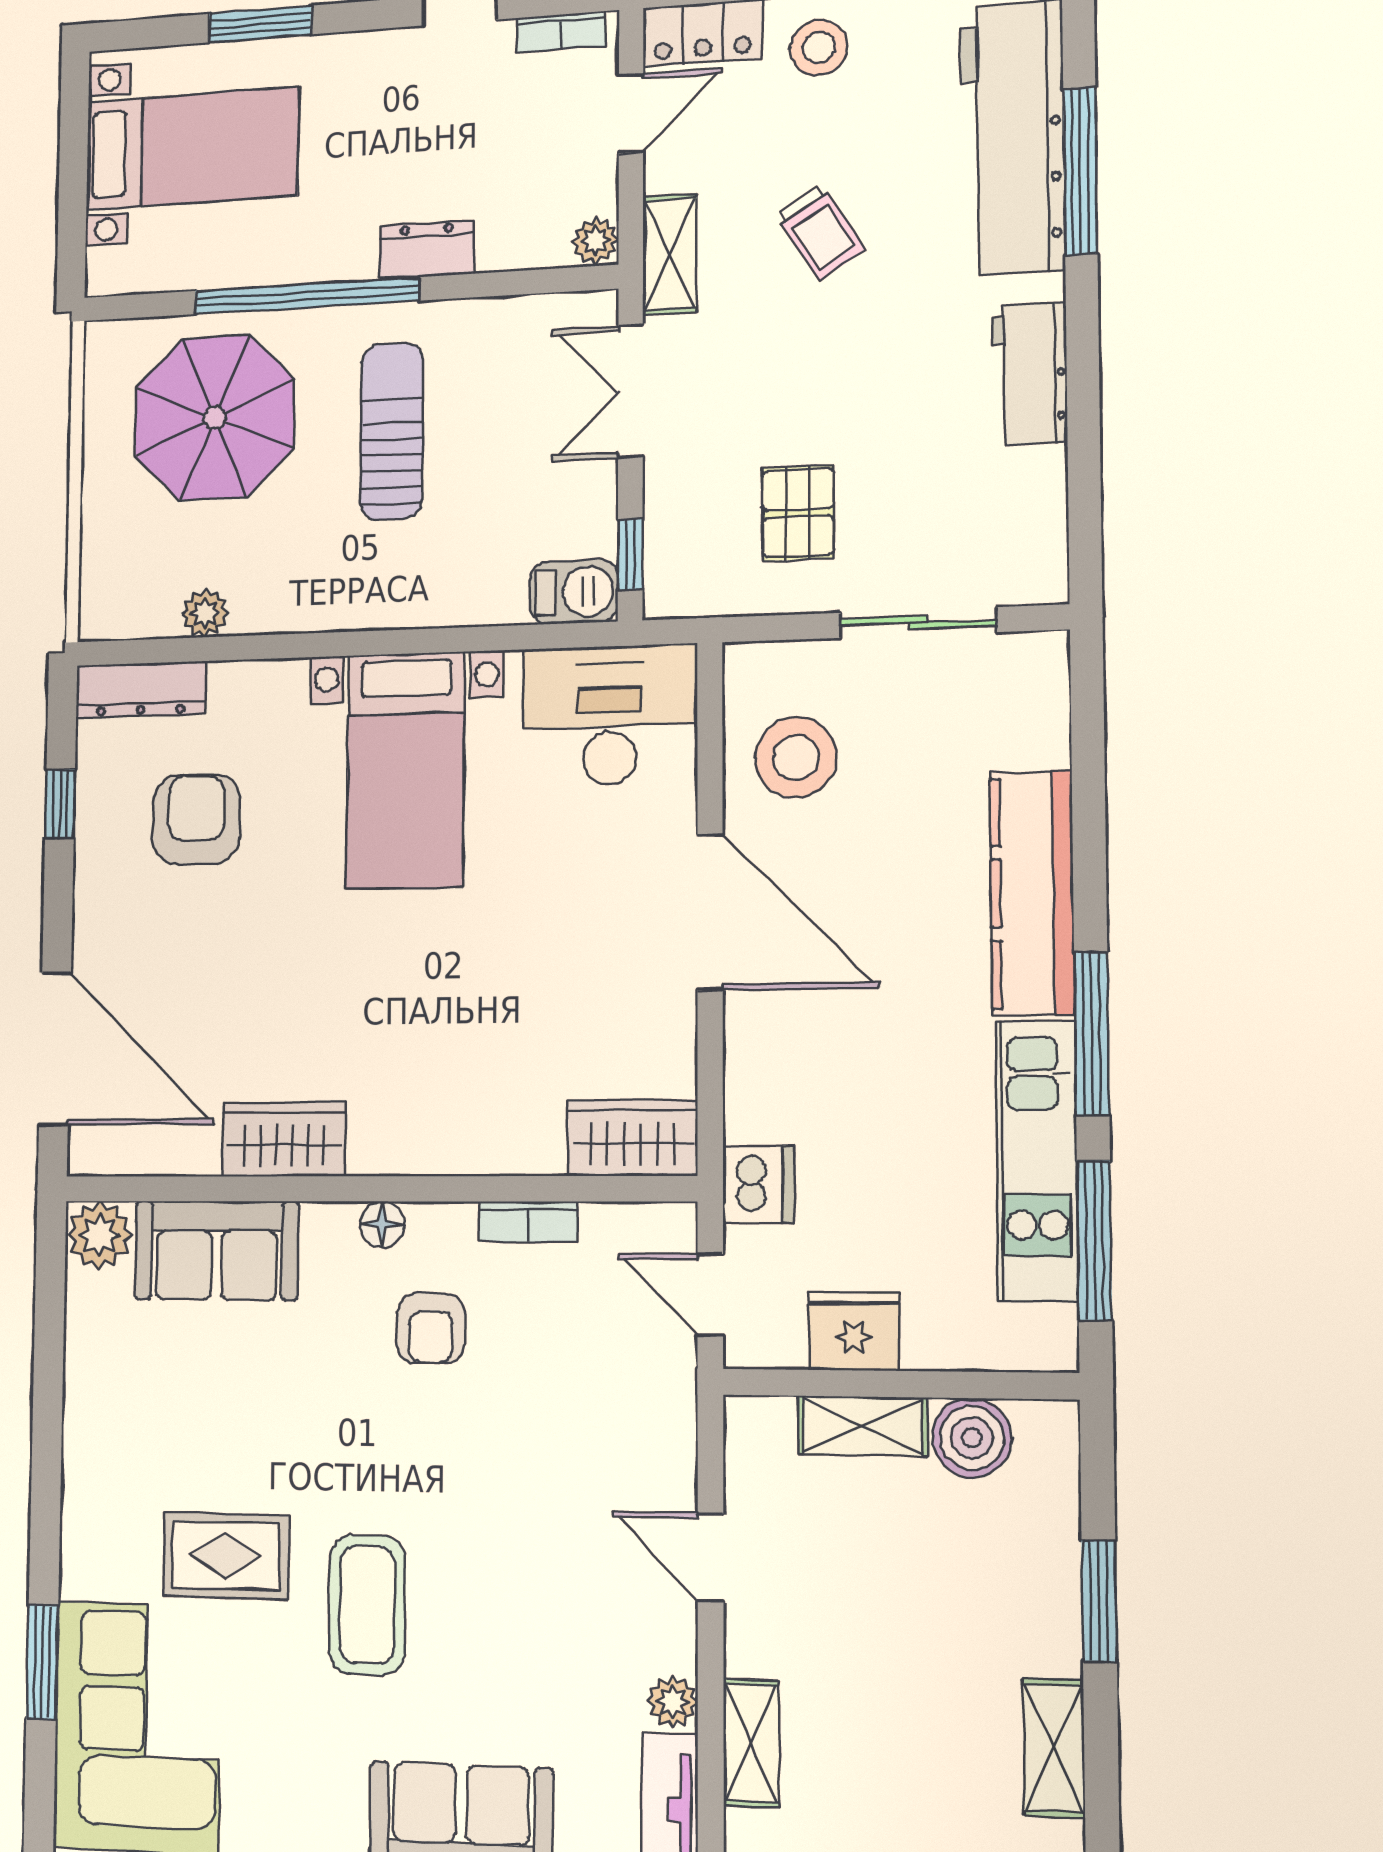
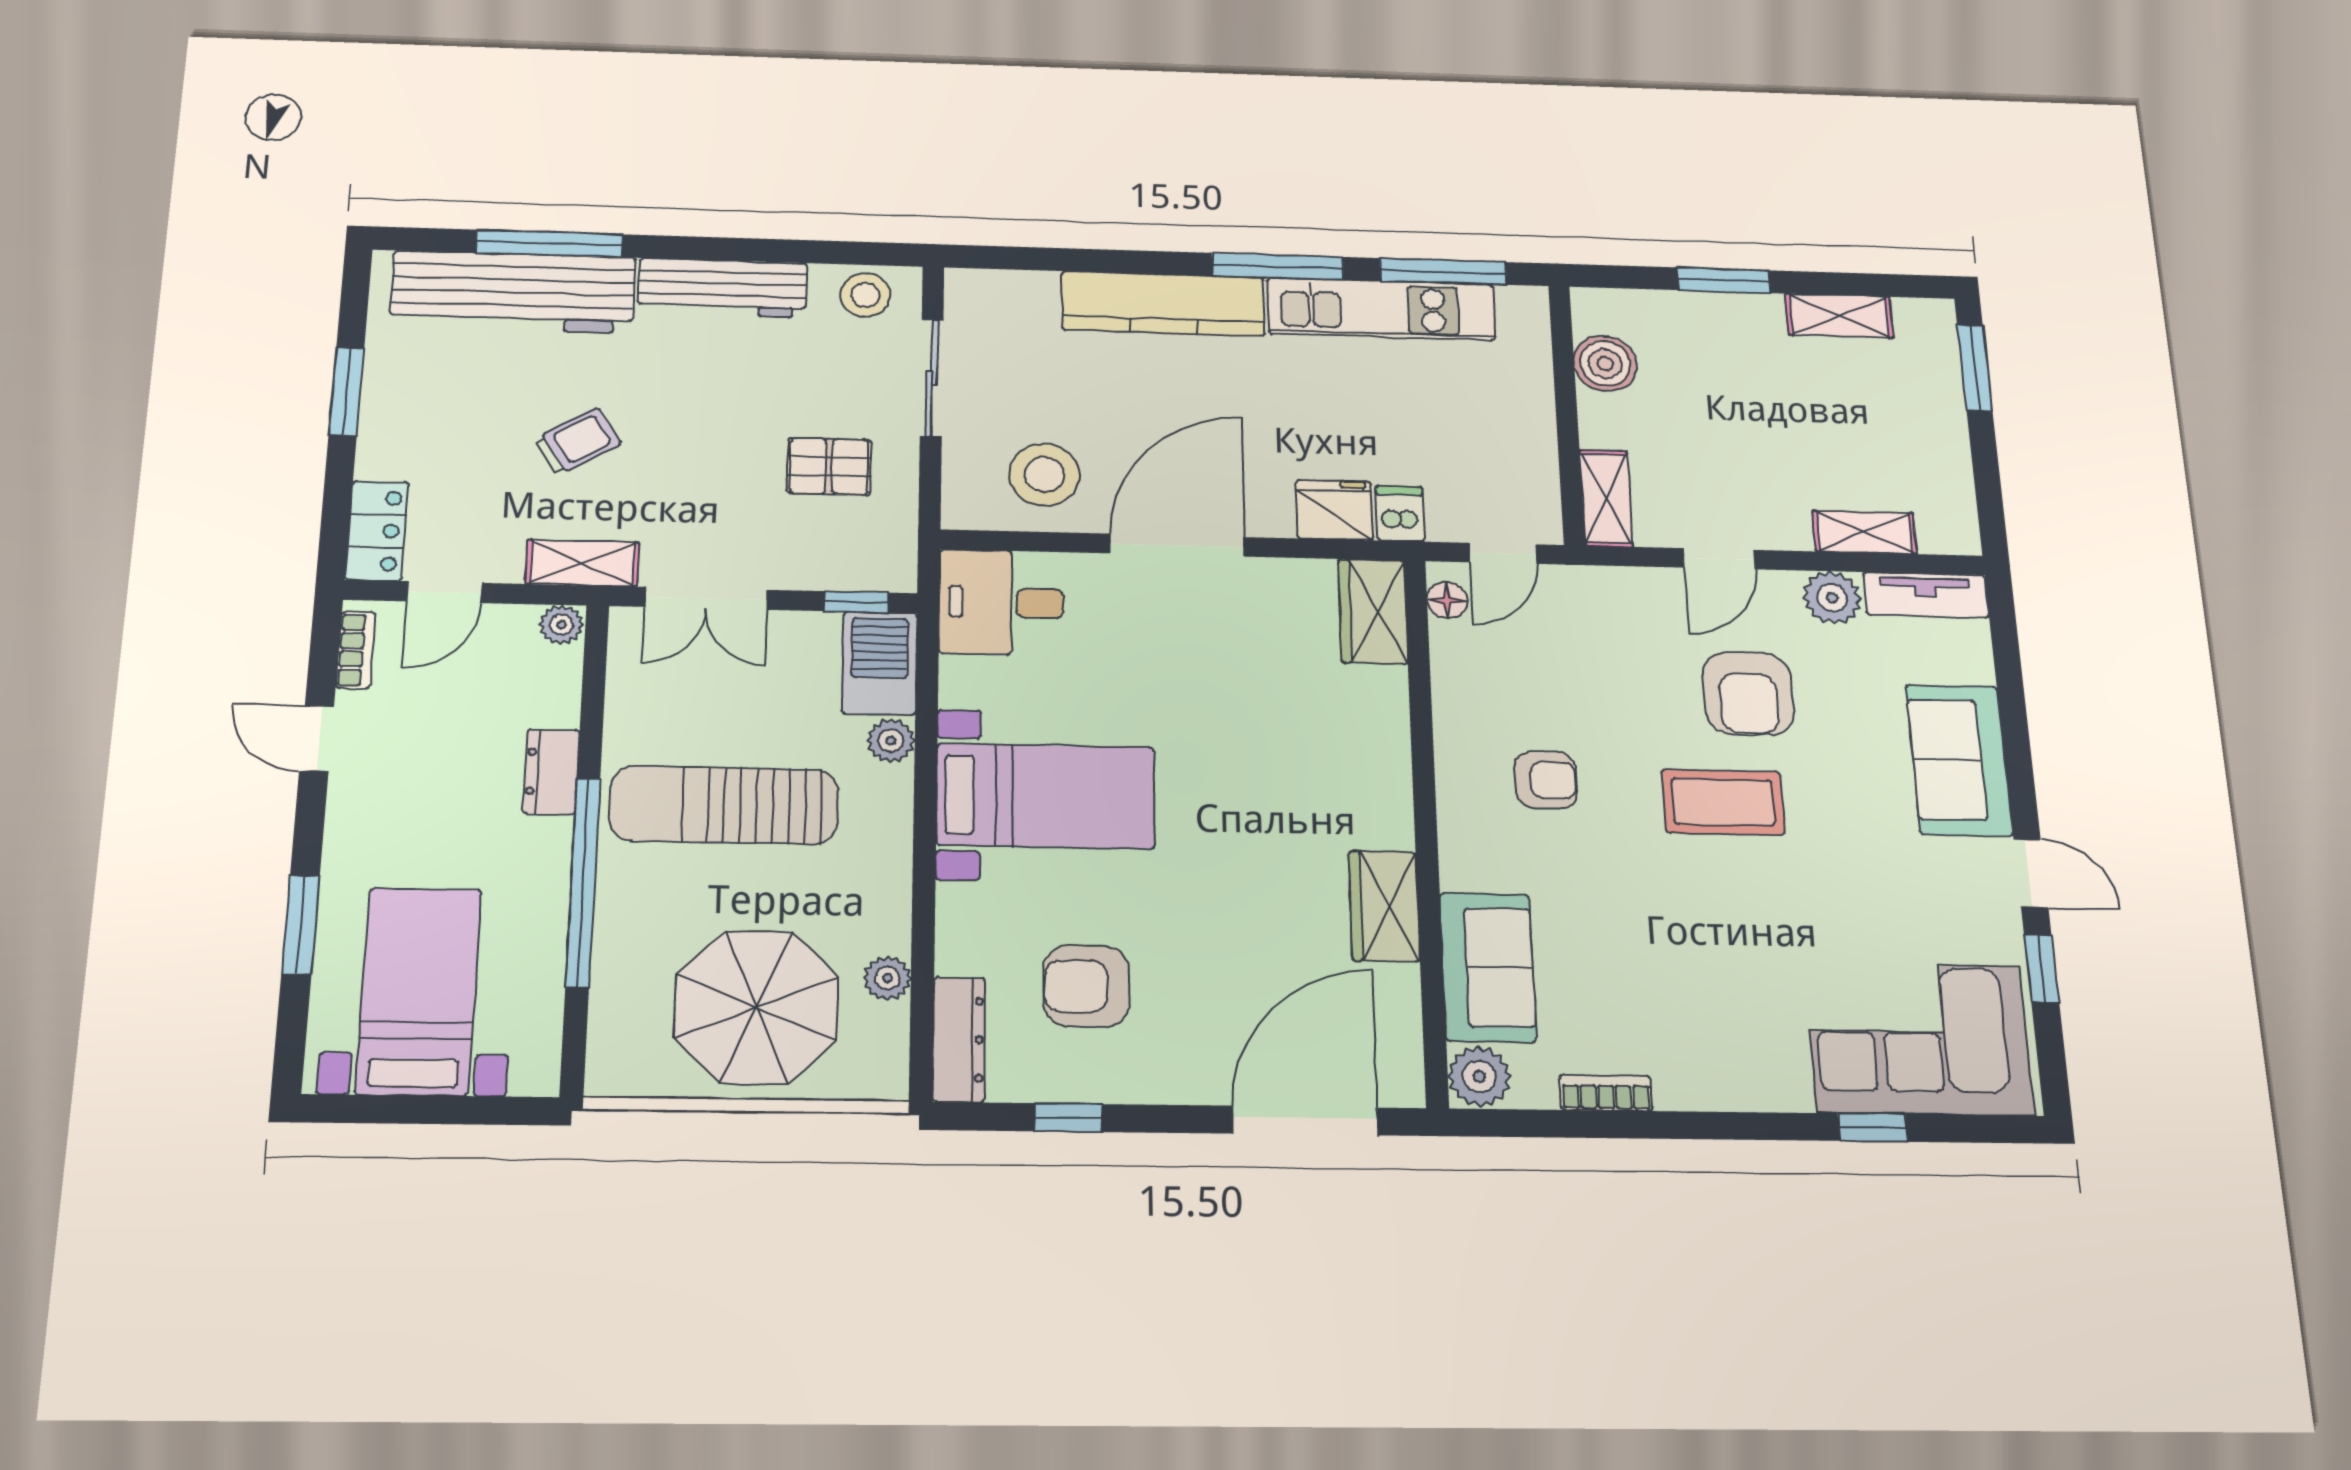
stool: (819, 48) -> (865, 295), moved
door: (631, 114) -> (444, 592), swing flipped
workbench: (1030, 374) -> (723, 288), width x1.38
parasol: (215, 418) -> (756, 1007), moved
sun lounger: (392, 431) -> (724, 805), width x1.36, depth x1.34
barbecue: (574, 592) -> (880, 663), width x1.38, depth x1.27
plant: (467, 602) -> (891, 741), added
desk: (610, 715) -> (1002, 602), width x0.73
dishwasher: (758, 1184) -> (1400, 514), width x0.73
bookcase: (528, 1222) -> (1606, 1093), moved, turned -90
floor lamp: (382, 1225) -> (1447, 600), moved
fridge: (854, 1331) -> (1334, 510), moved, turned 90
shelving: (862, 1426) -> (1606, 498), moved
rug: (226, 1556) -> (1759, 959), removed
armchair: (539, 1575) -> (1748, 693), added
coffee table: (367, 1605) -> (1723, 802), moved
window: (42, 1662) -> (1873, 1128), width x0.67
plant: (673, 1702) -> (1832, 598), width x1.38, depth x1.38

